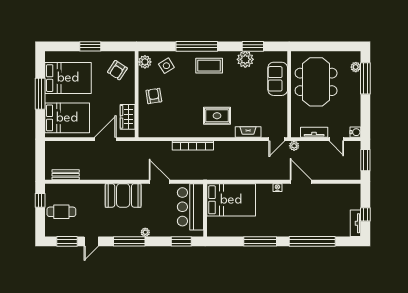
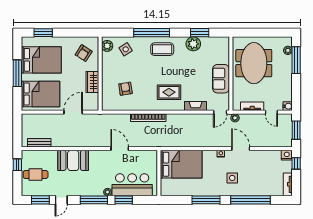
window: (90, 46) -> (43, 33), moved
sofa: (278, 79) -> (221, 79), moved
armchair: (154, 96) -> (125, 89), moved
wardrobe: (128, 117) -> (92, 82), moved
nightstand: (354, 189) -> (287, 155), added
booth: (123, 195) -> (73, 160), moved
bar counter: (190, 207) -> (132, 185), moved, turned 90
window: (365, 214) -> (296, 163), moved
side table: (291, 216) -> (232, 178), added
window: (181, 241) -> (124, 200), moved

